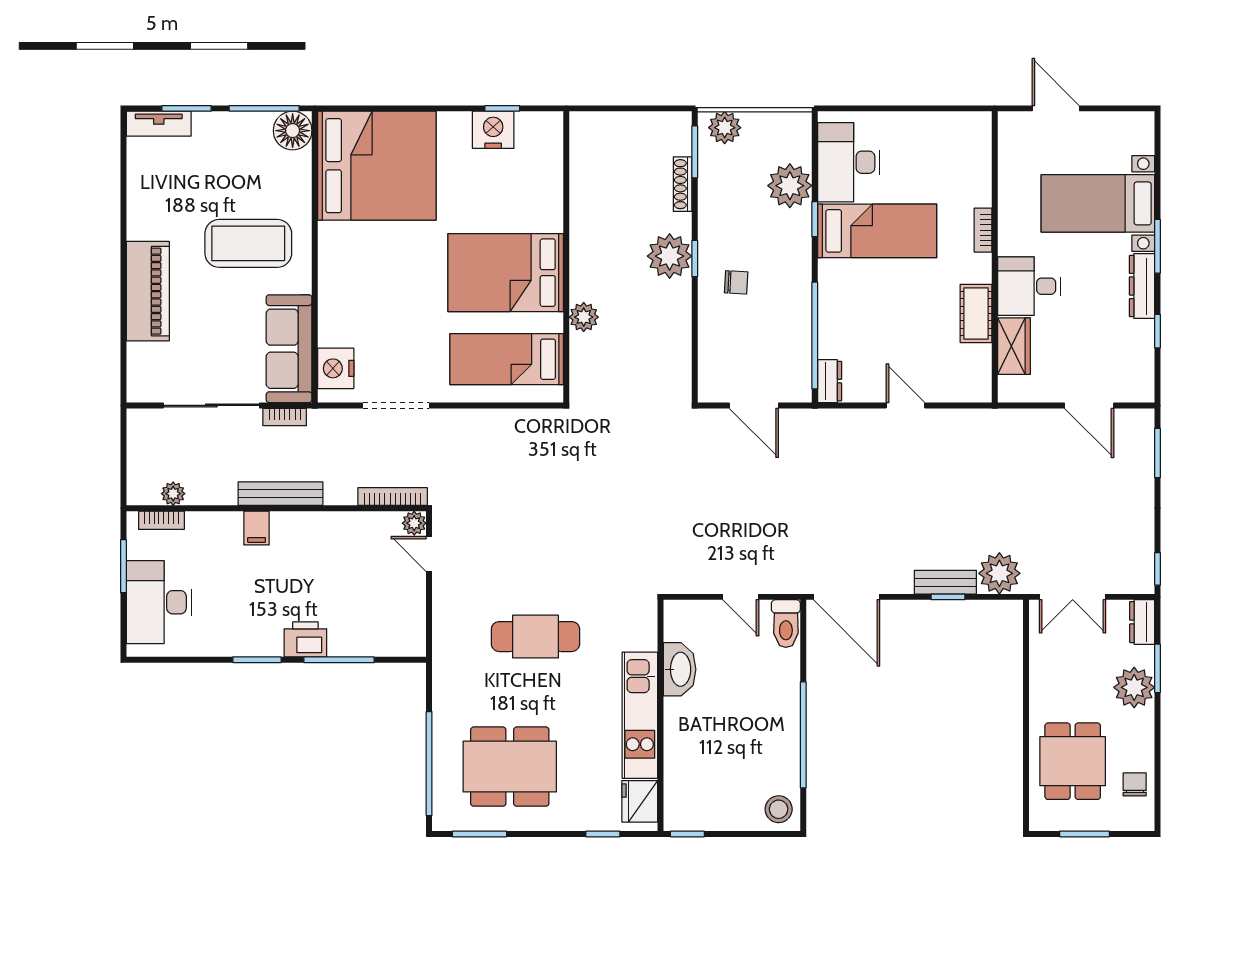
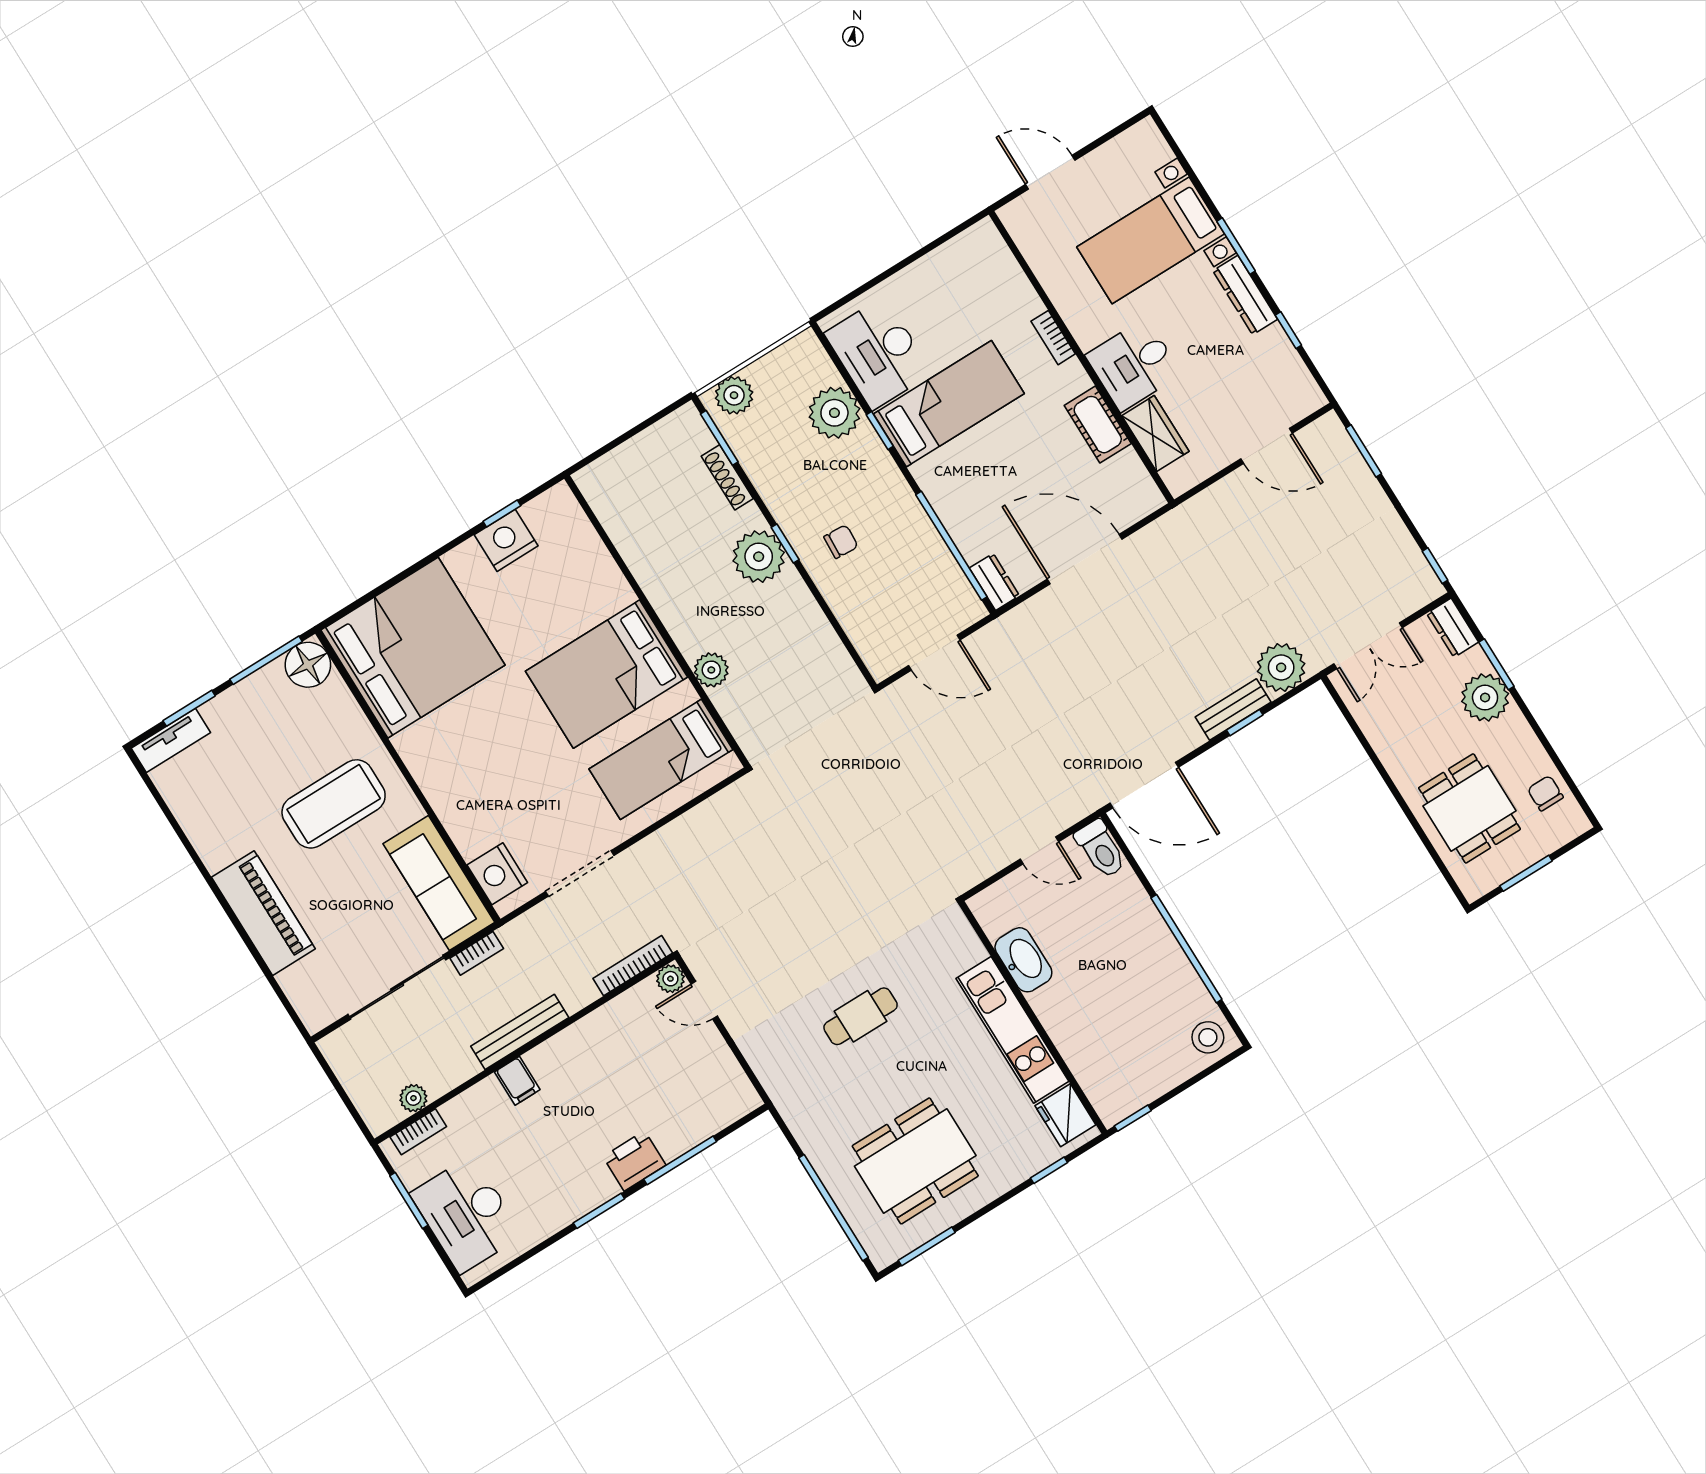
door: (906, 405) -> (1085, 559), width x1.88
cafe table: (535, 637) -> (861, 1016), width x0.73, depth x0.74

